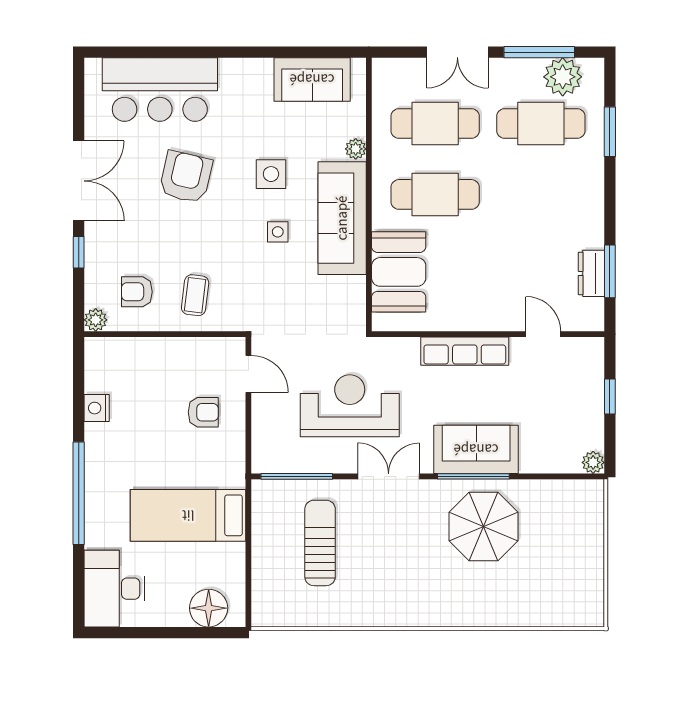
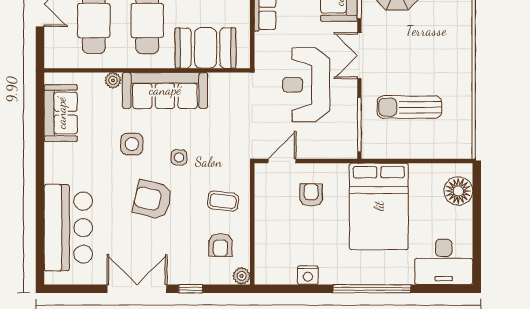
armchair: (186, 177) -> (153, 200), moved
side table: (278, 232) -> (179, 157), moved
bed: (188, 515) -> (379, 206), width x1.50

